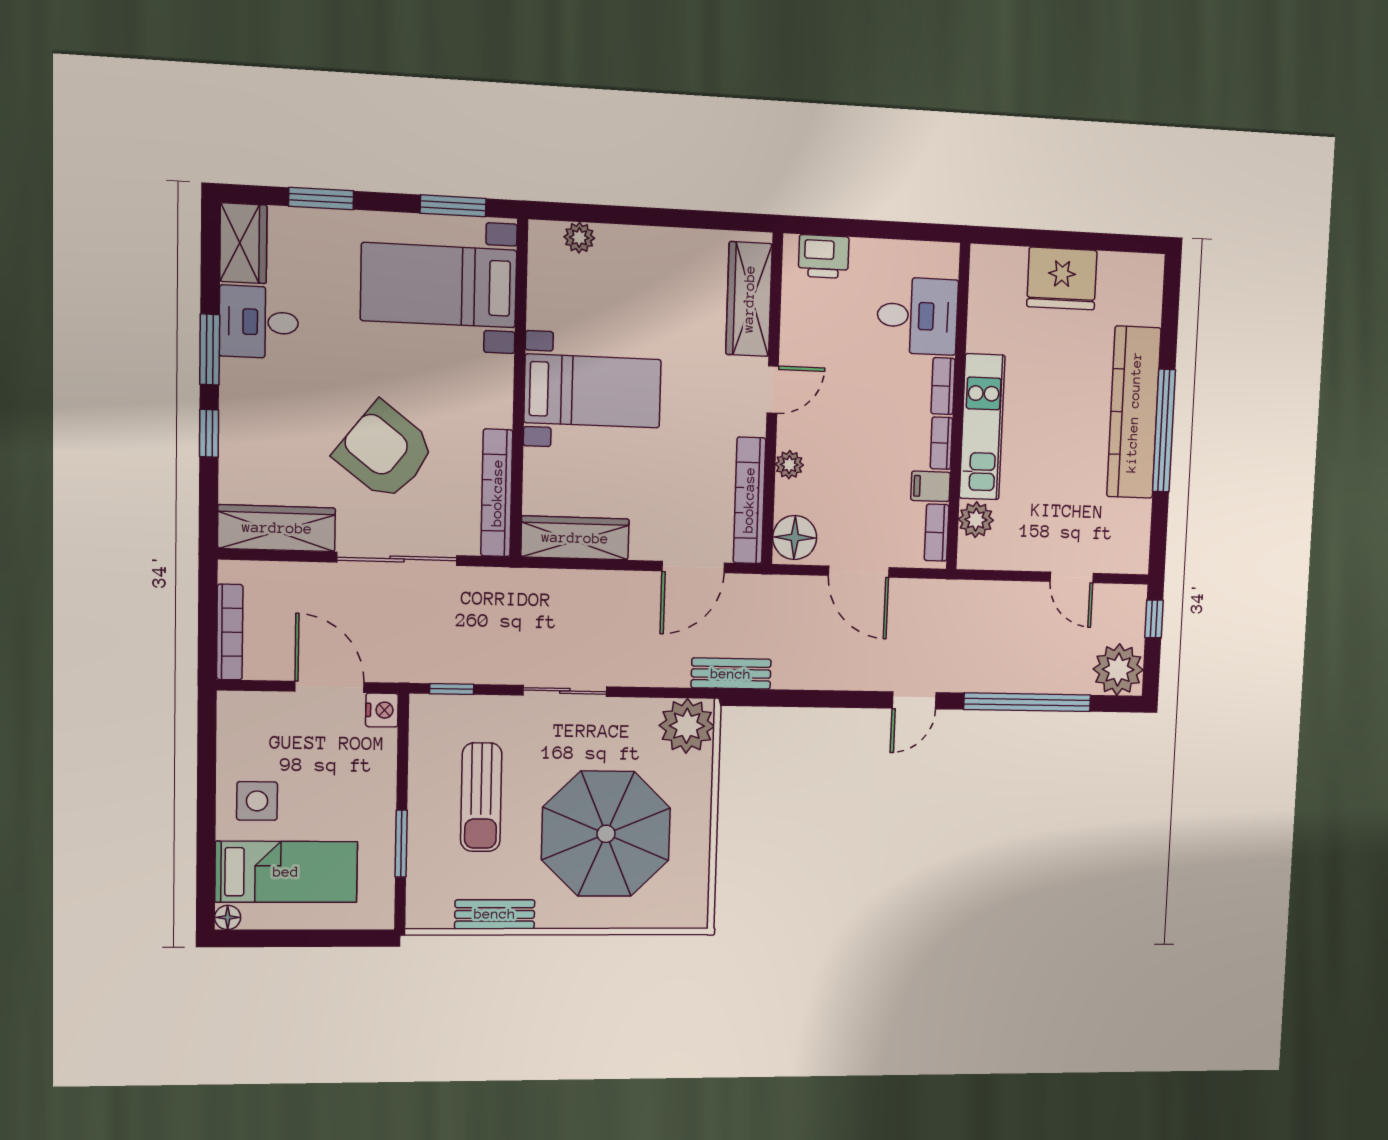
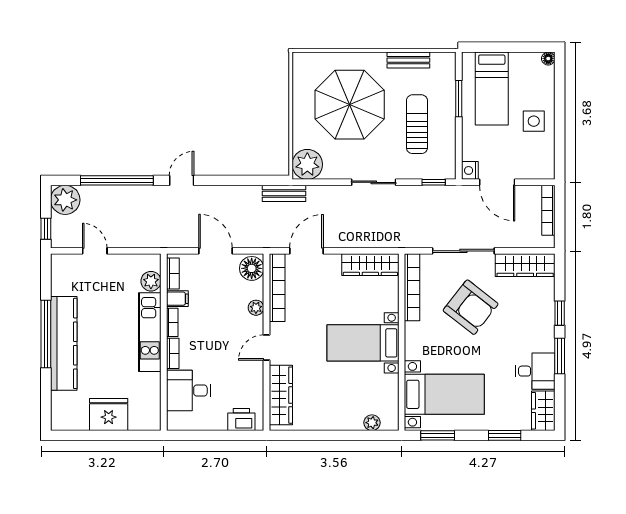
bed: (286, 872) -> (492, 89), moved, turned -90

